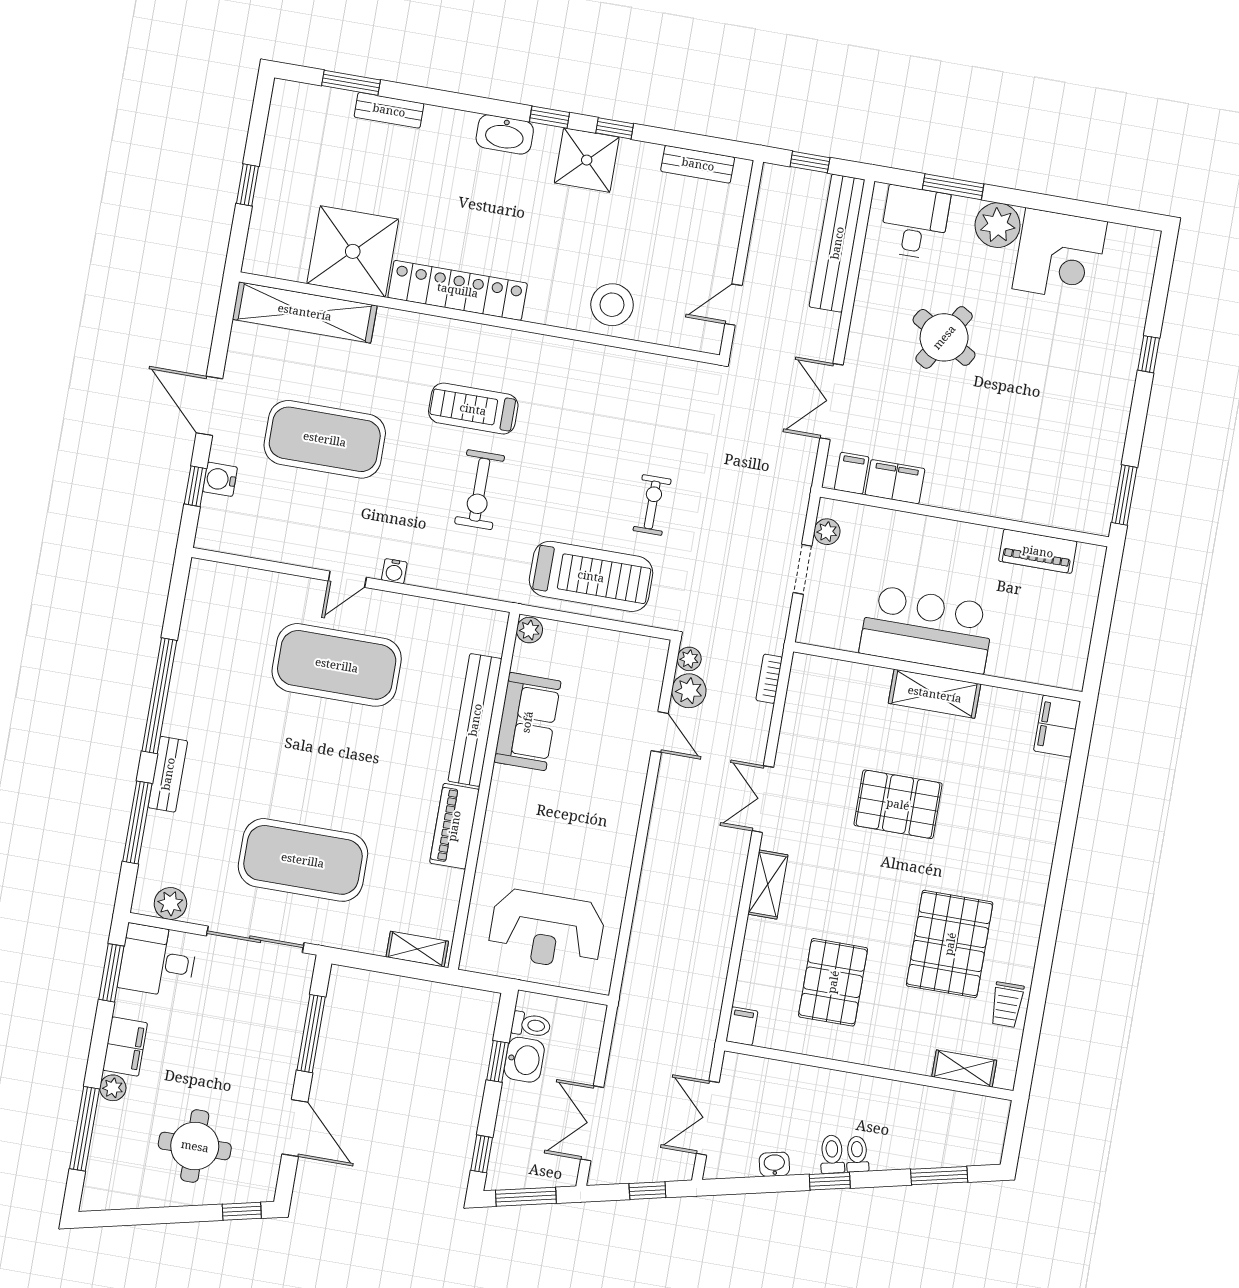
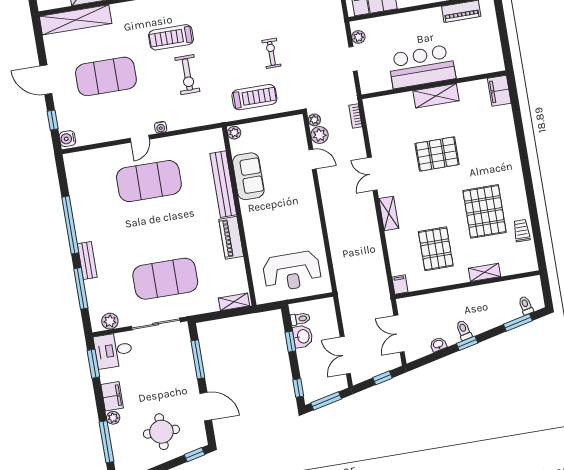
water cooler: (220, 479) -> (67, 139), moved
treadmill: (591, 576) -> (254, 97), width x0.73, depth x0.73
trolley: (1007, 1005) -> (522, 231), turned 180
shelving: (964, 1069) -> (485, 272), moved
toilet: (857, 1154) -> (526, 305), moved

